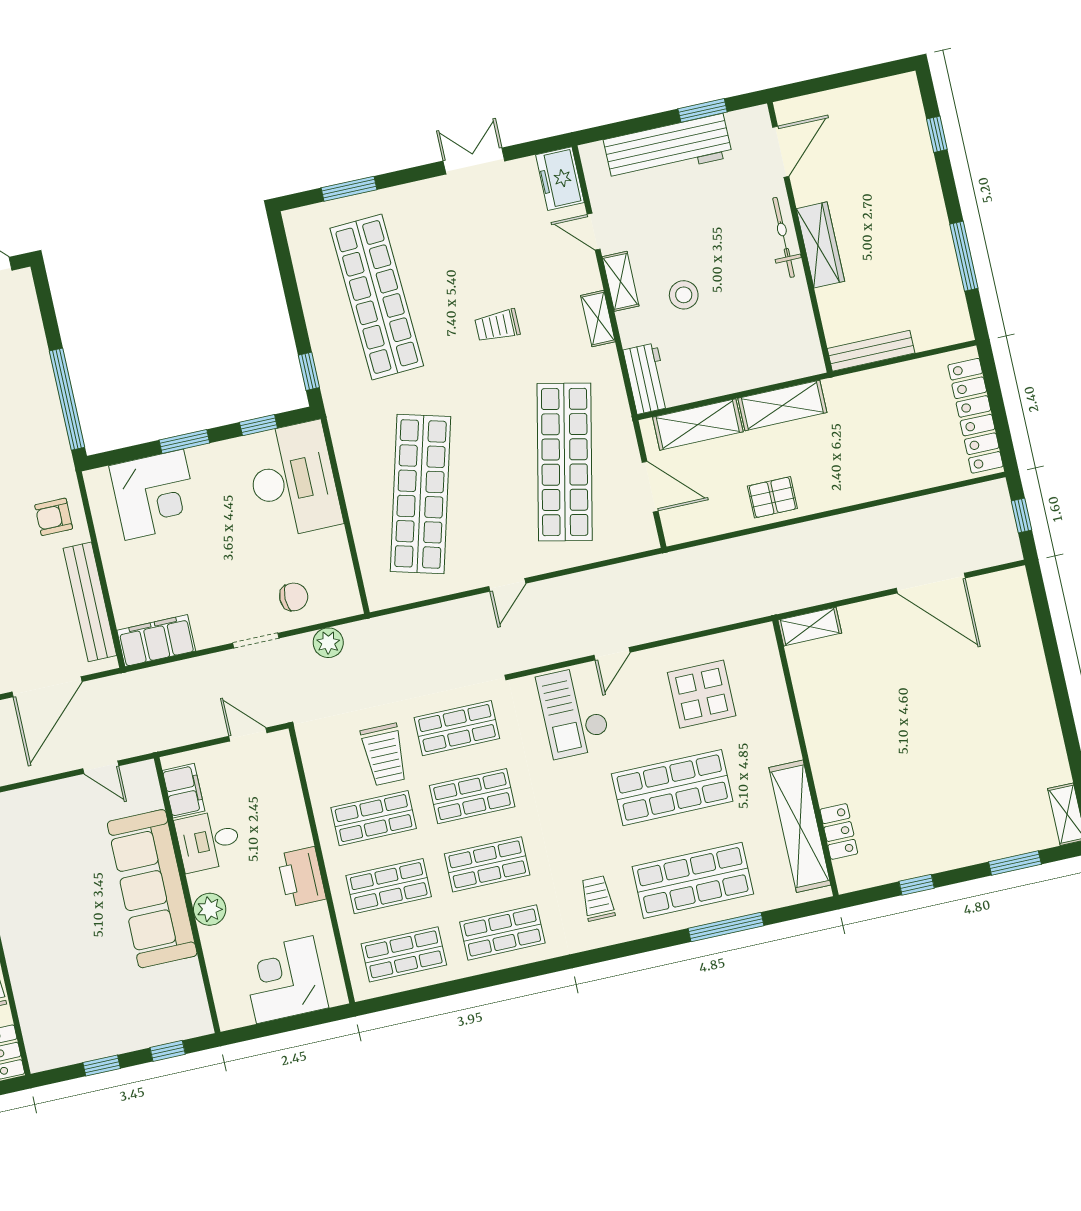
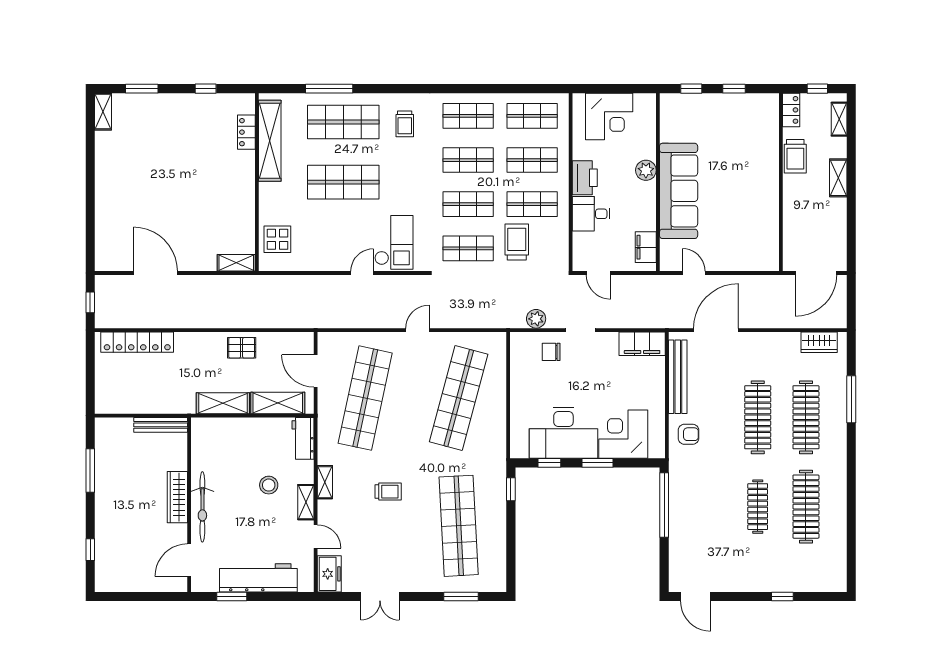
bicycle: (784, 237) -> (202, 507), width x1.37, depth x1.40
locker: (975, 416) -> (137, 342), moved, turned 90
desk: (293, 480) -> (563, 433), moved, turned -90
display table: (702, 694) -> (277, 239), moved, width x0.73, depth x0.73
desk: (208, 841) -> (591, 214), moved, turned 180

